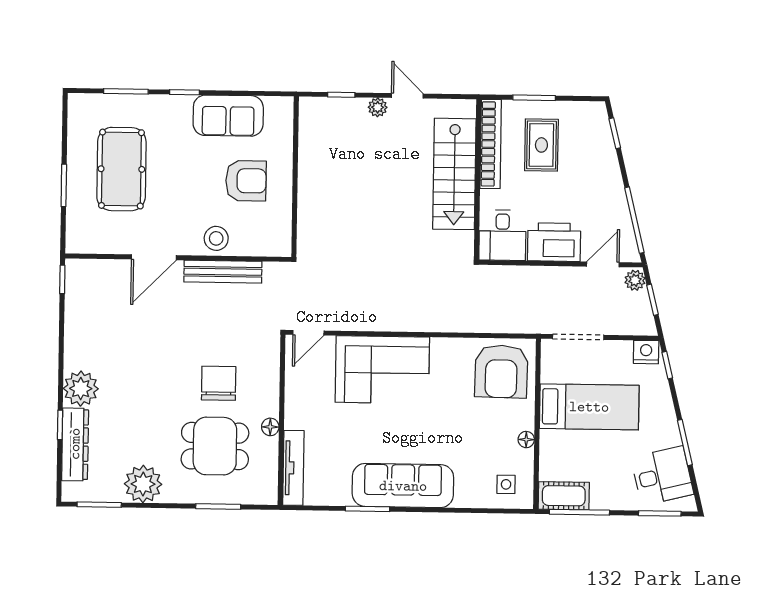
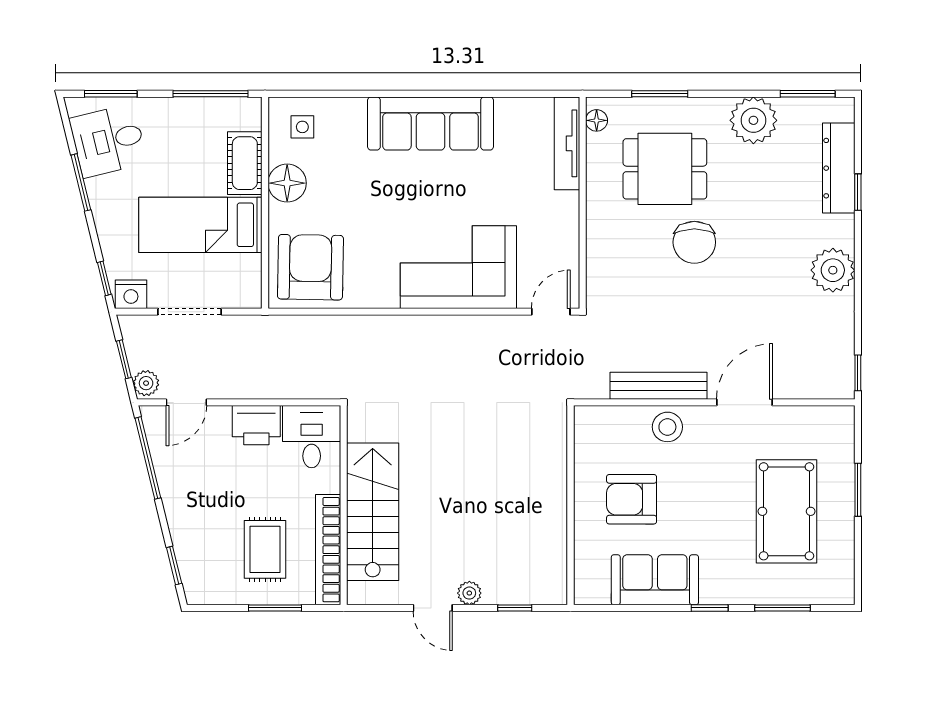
printer: (554, 242) -> (256, 425), width x0.73, depth x0.84
doorway: (578, 337) -> (190, 312), moved
chair: (219, 383) -> (694, 242), moved
plant: (81, 389) -> (833, 270), moved
floor lamp: (270, 427) -> (597, 120), moved
floor lamp: (526, 440) -> (287, 183), width x1.89, depth x1.89
cot: (564, 496) -> (245, 163), moved, turned 90
window: (368, 509) -> (474, 94), removed

